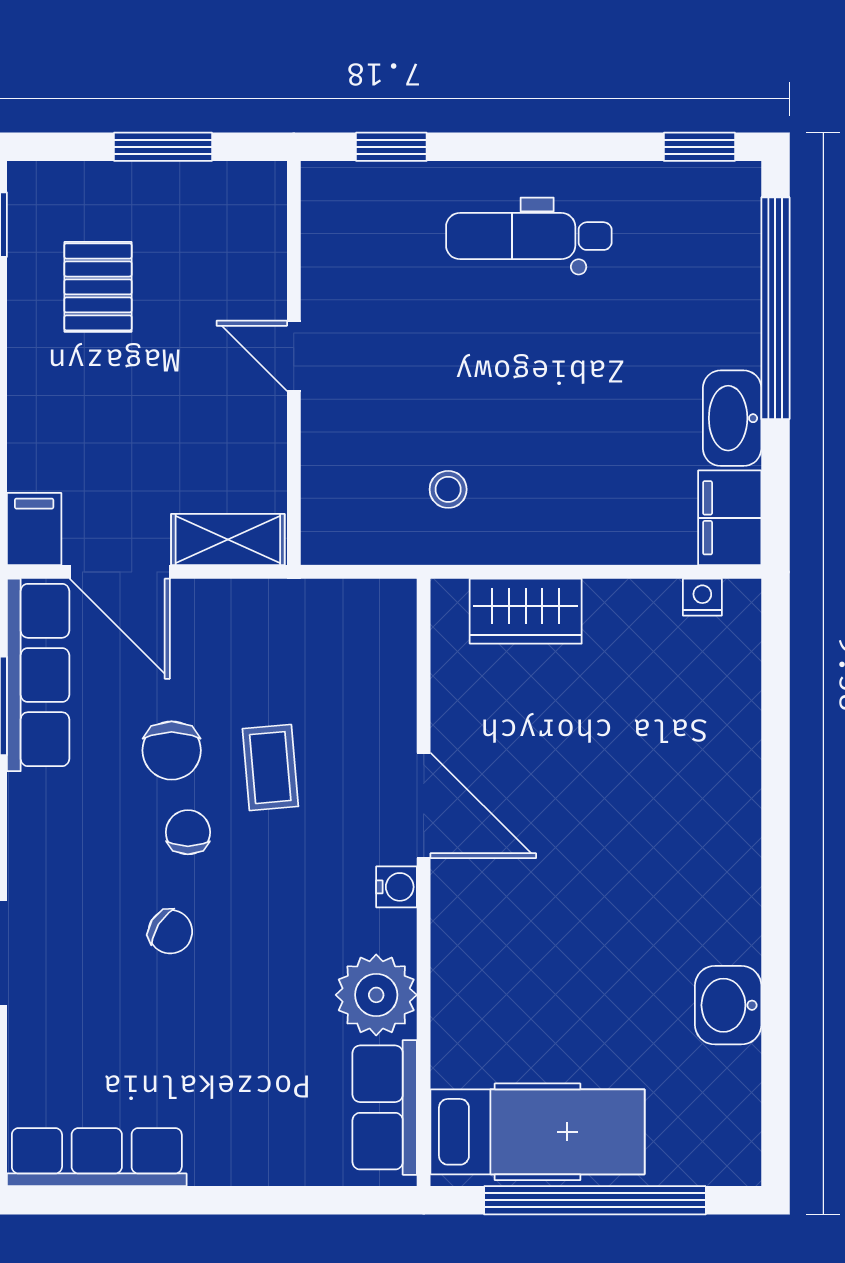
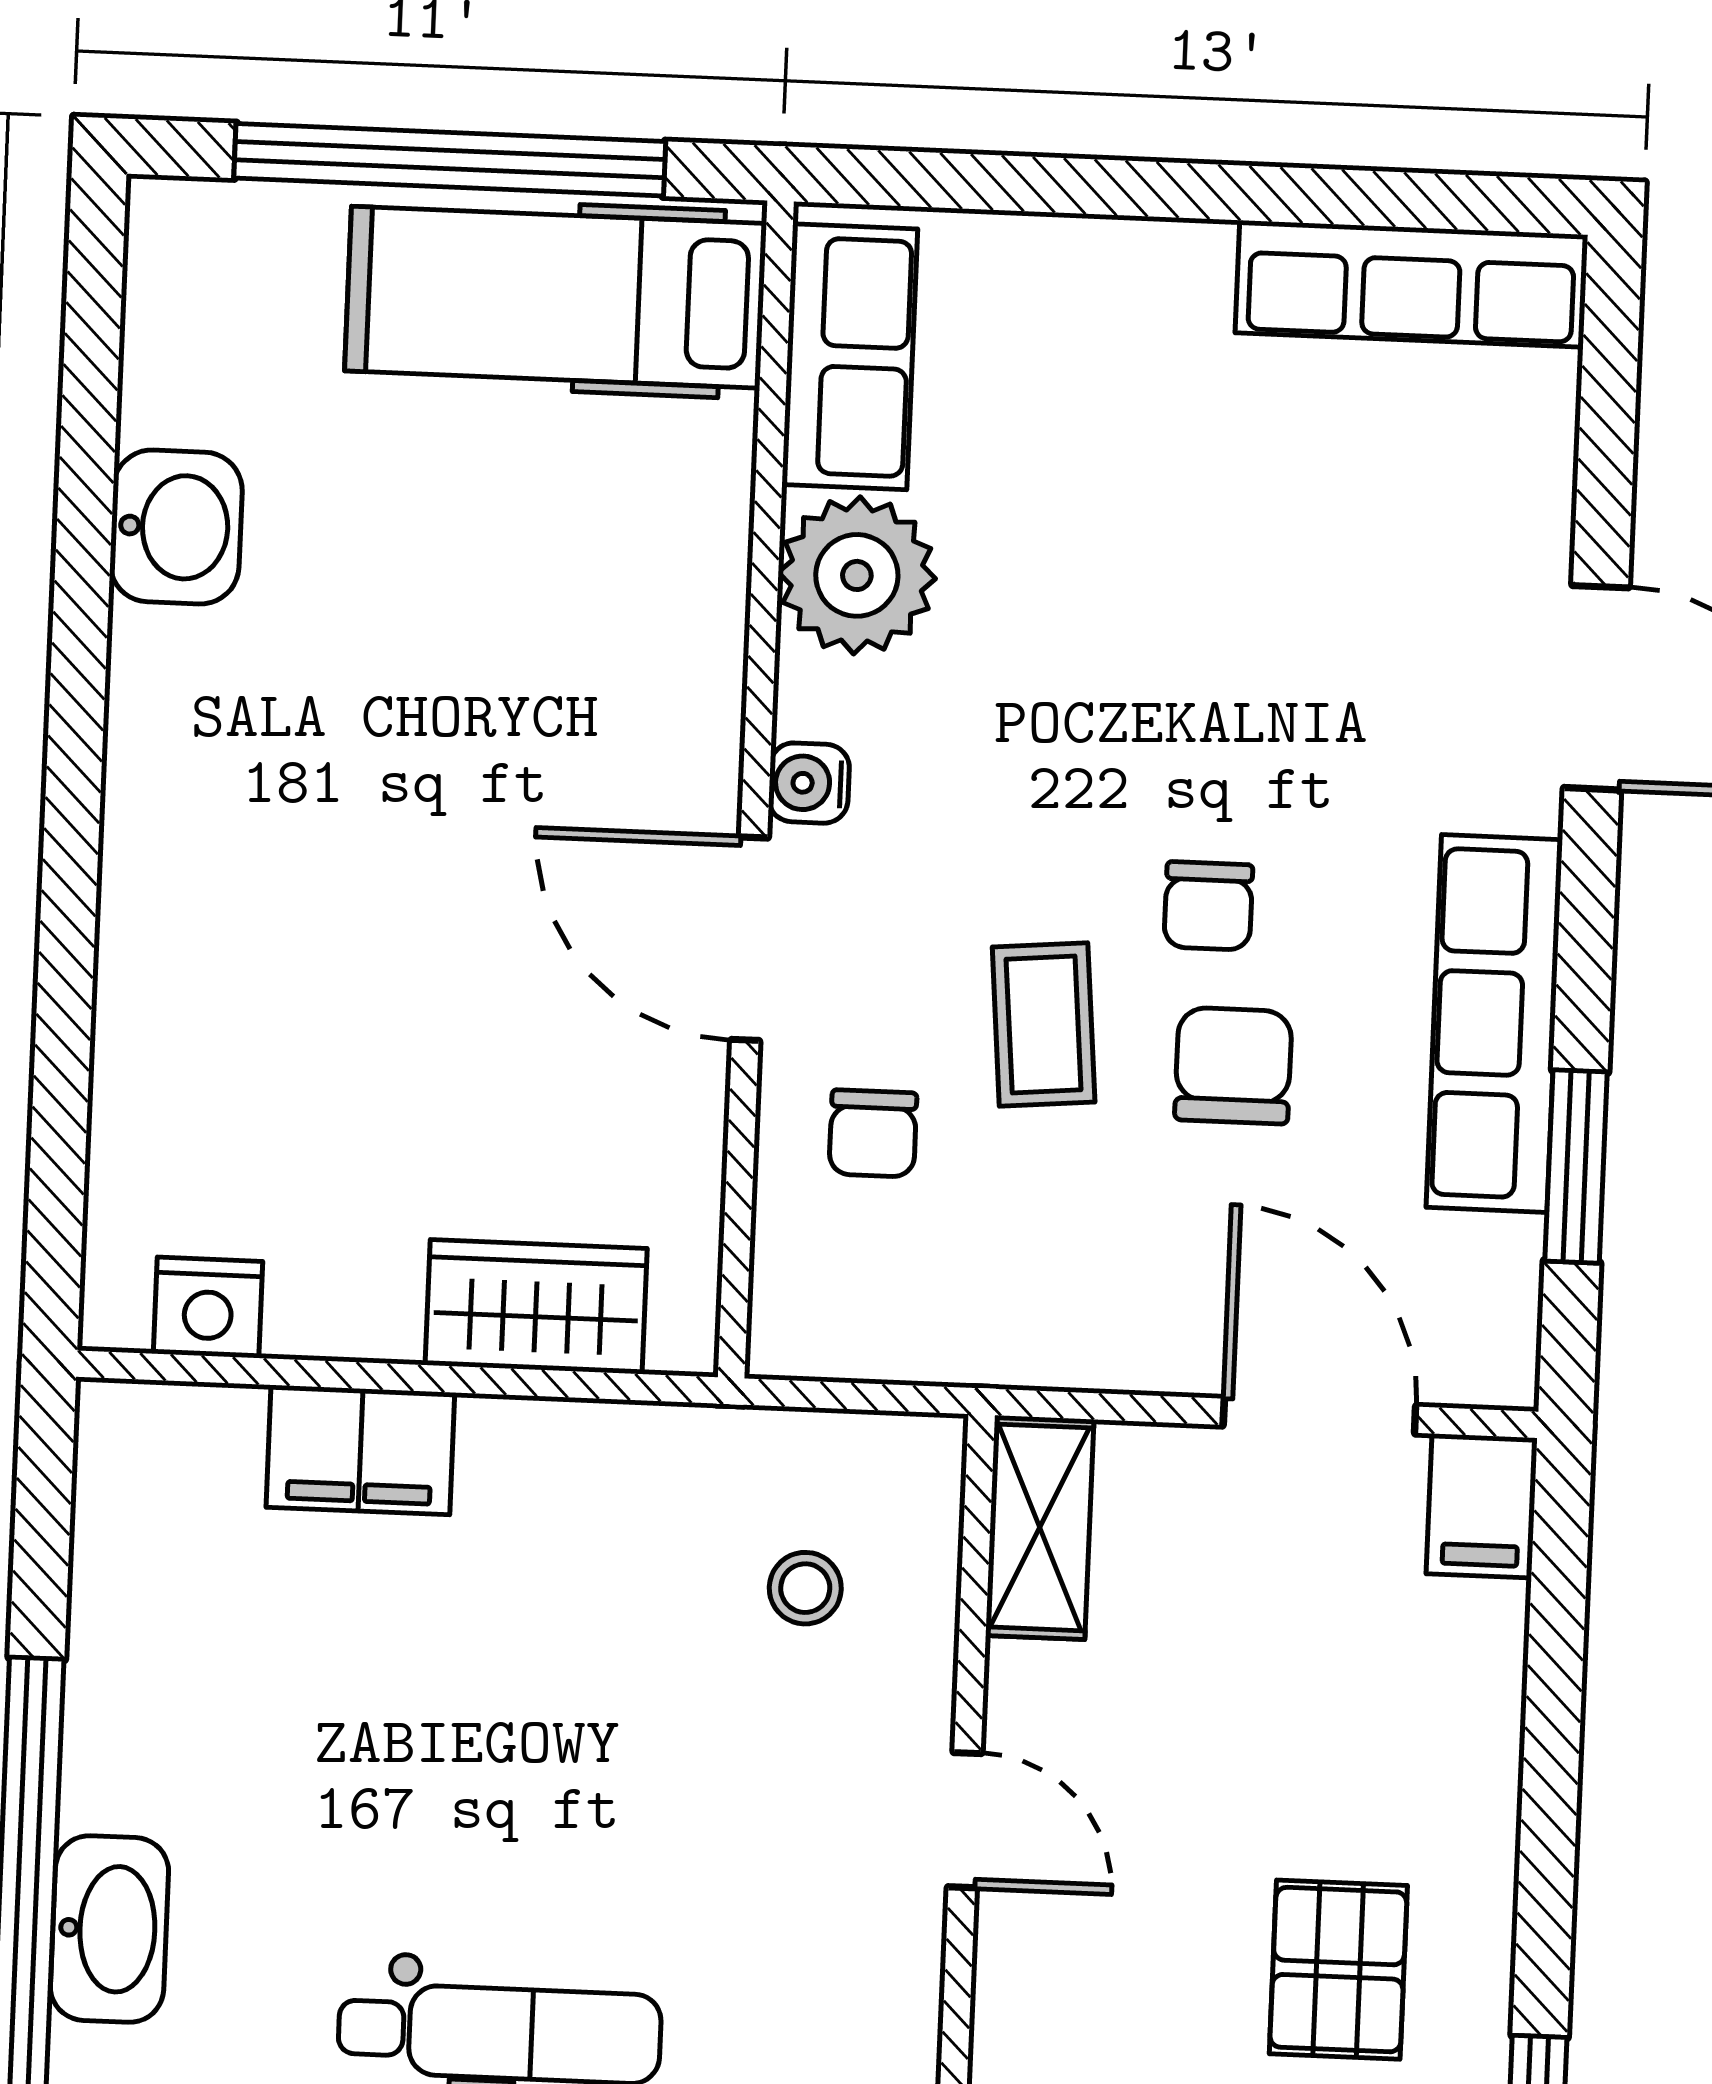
washbasin: (732, 418) -> (109, 1929), moved
stool: (448, 489) -> (805, 1588), moved
filing cabinet: (730, 518) -> (360, 1450), moved, turned 90
shelving: (228, 540) -> (1040, 1527), moved, turned 90
nightstand: (702, 597) -> (208, 1308), width x1.39, depth x1.35
row of seats: (38, 675) -> (1494, 1024), moved
chair: (170, 932) -> (873, 1133), moved, turned -122

